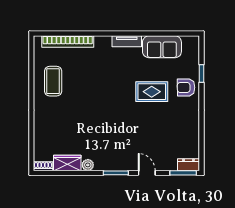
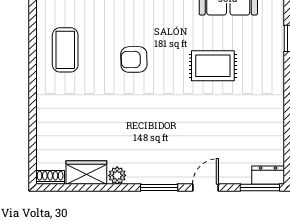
armchair: (186, 87) -> (134, 59), moved
door: (147, 173) -> (205, 187), hinge flipped

